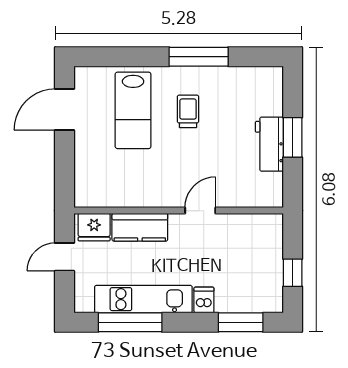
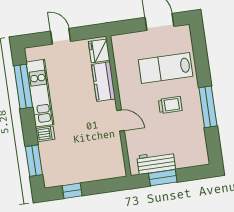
wall: (179, 211) -> (118, 106), moved
door: (200, 211) -> (121, 121), moved
fridge: (94, 227) -> (99, 51), moved
kitchen counter: (140, 227) -> (104, 82), moved

